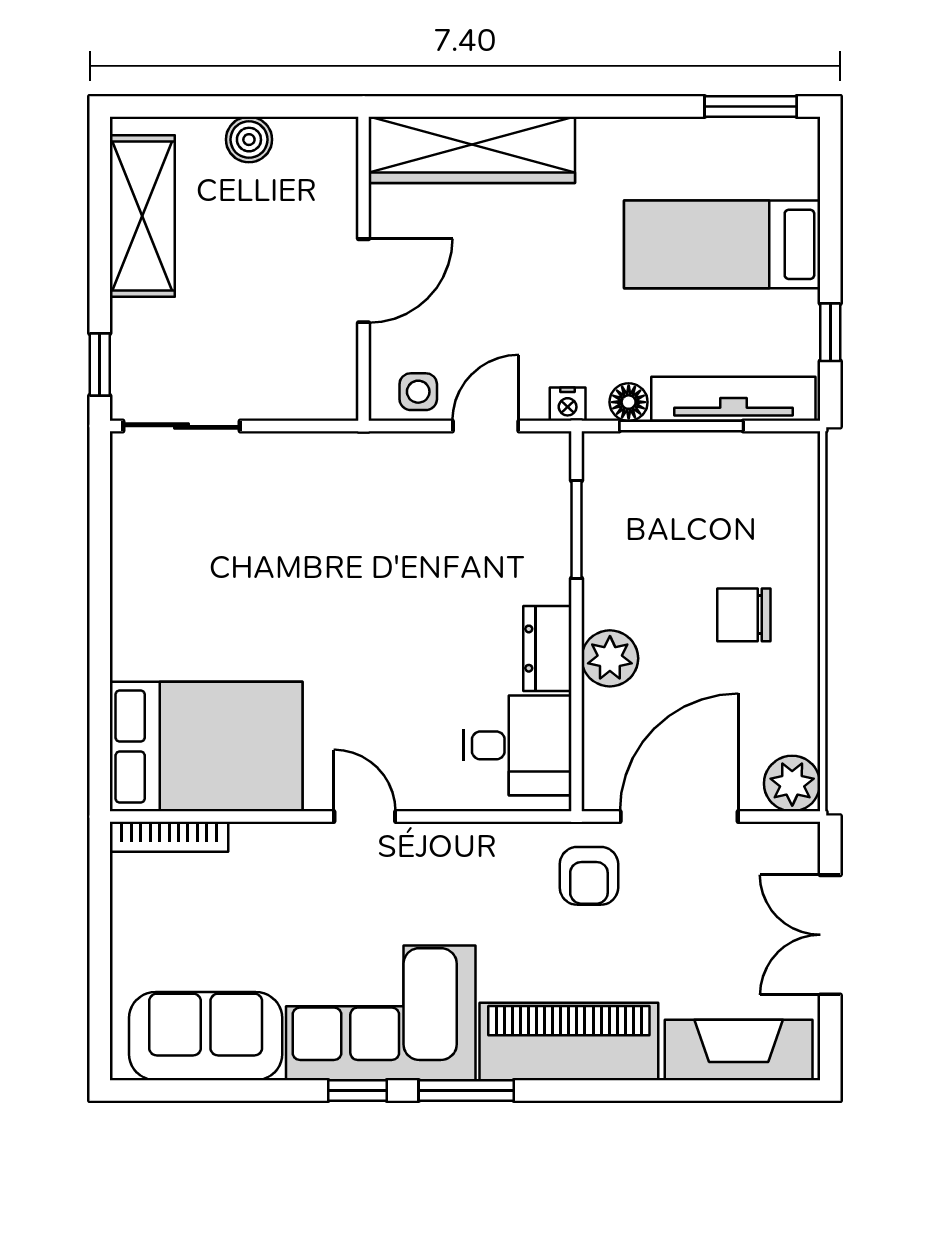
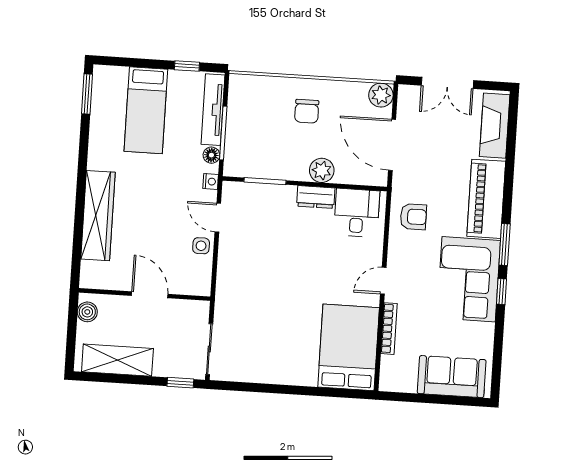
wall: (364, 269) -> (145, 294), moved
door: (364, 281) -> (150, 295), moved
bookcase: (169, 837) -> (389, 329), moved
armchair: (589, 876) -> (413, 217), moved
sofa: (206, 1036) -> (452, 377), moved, turned 90

